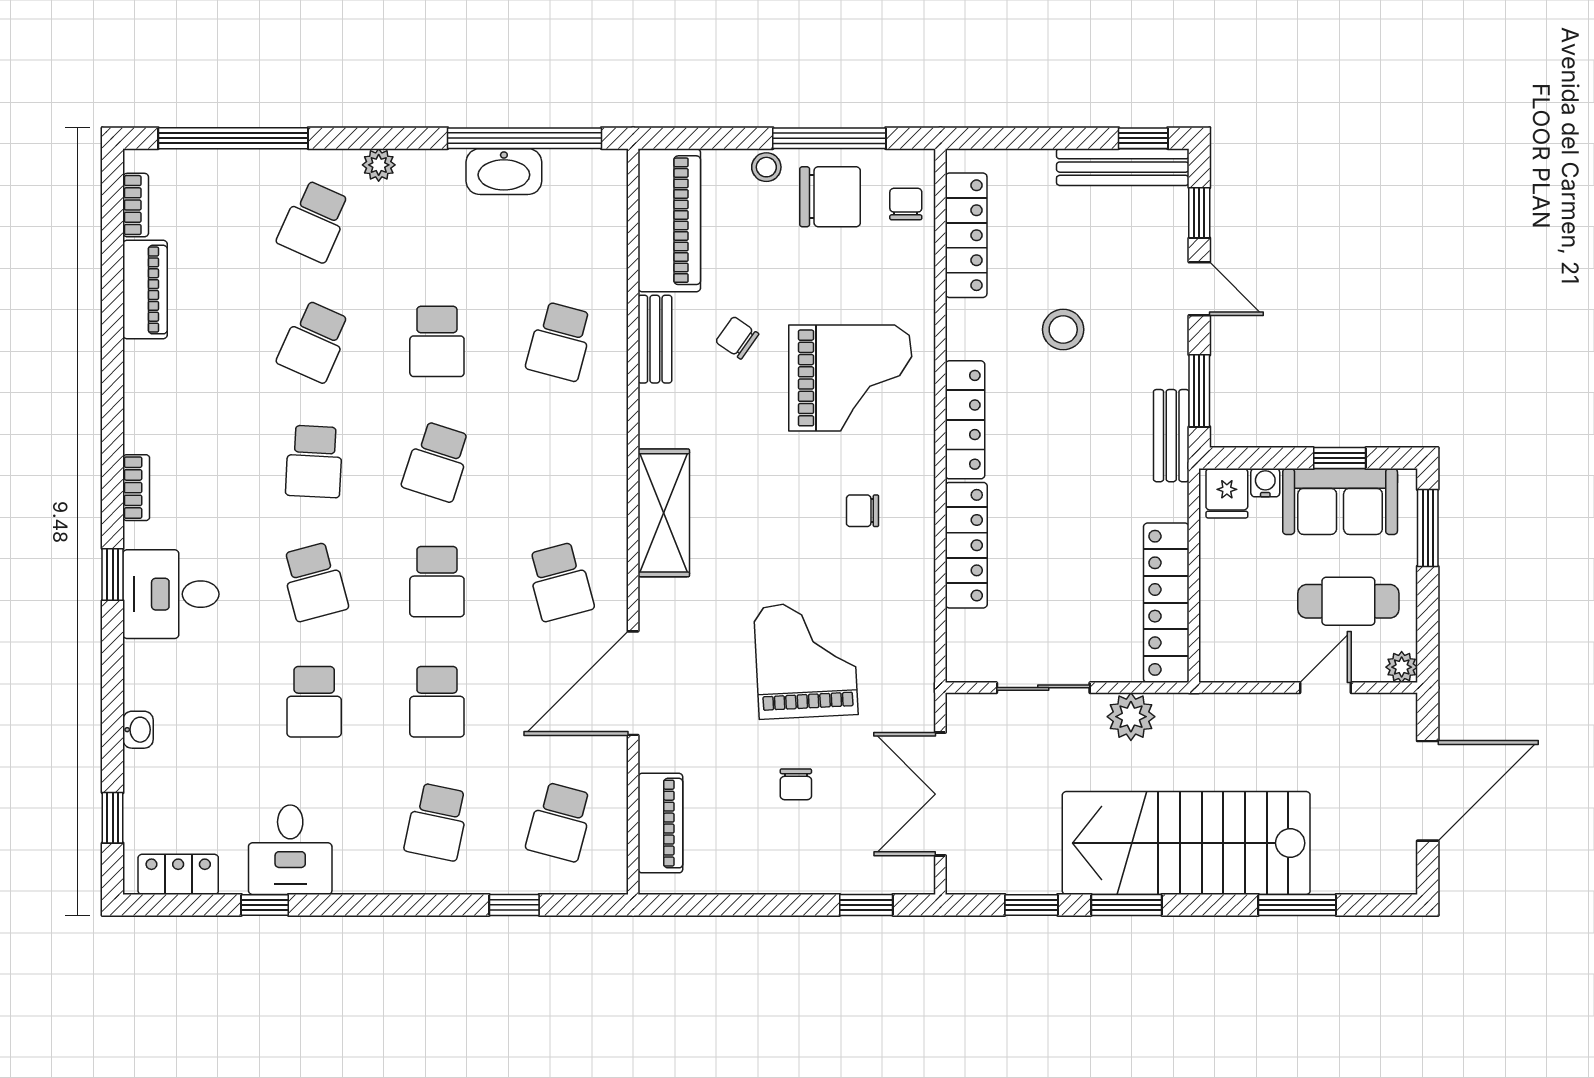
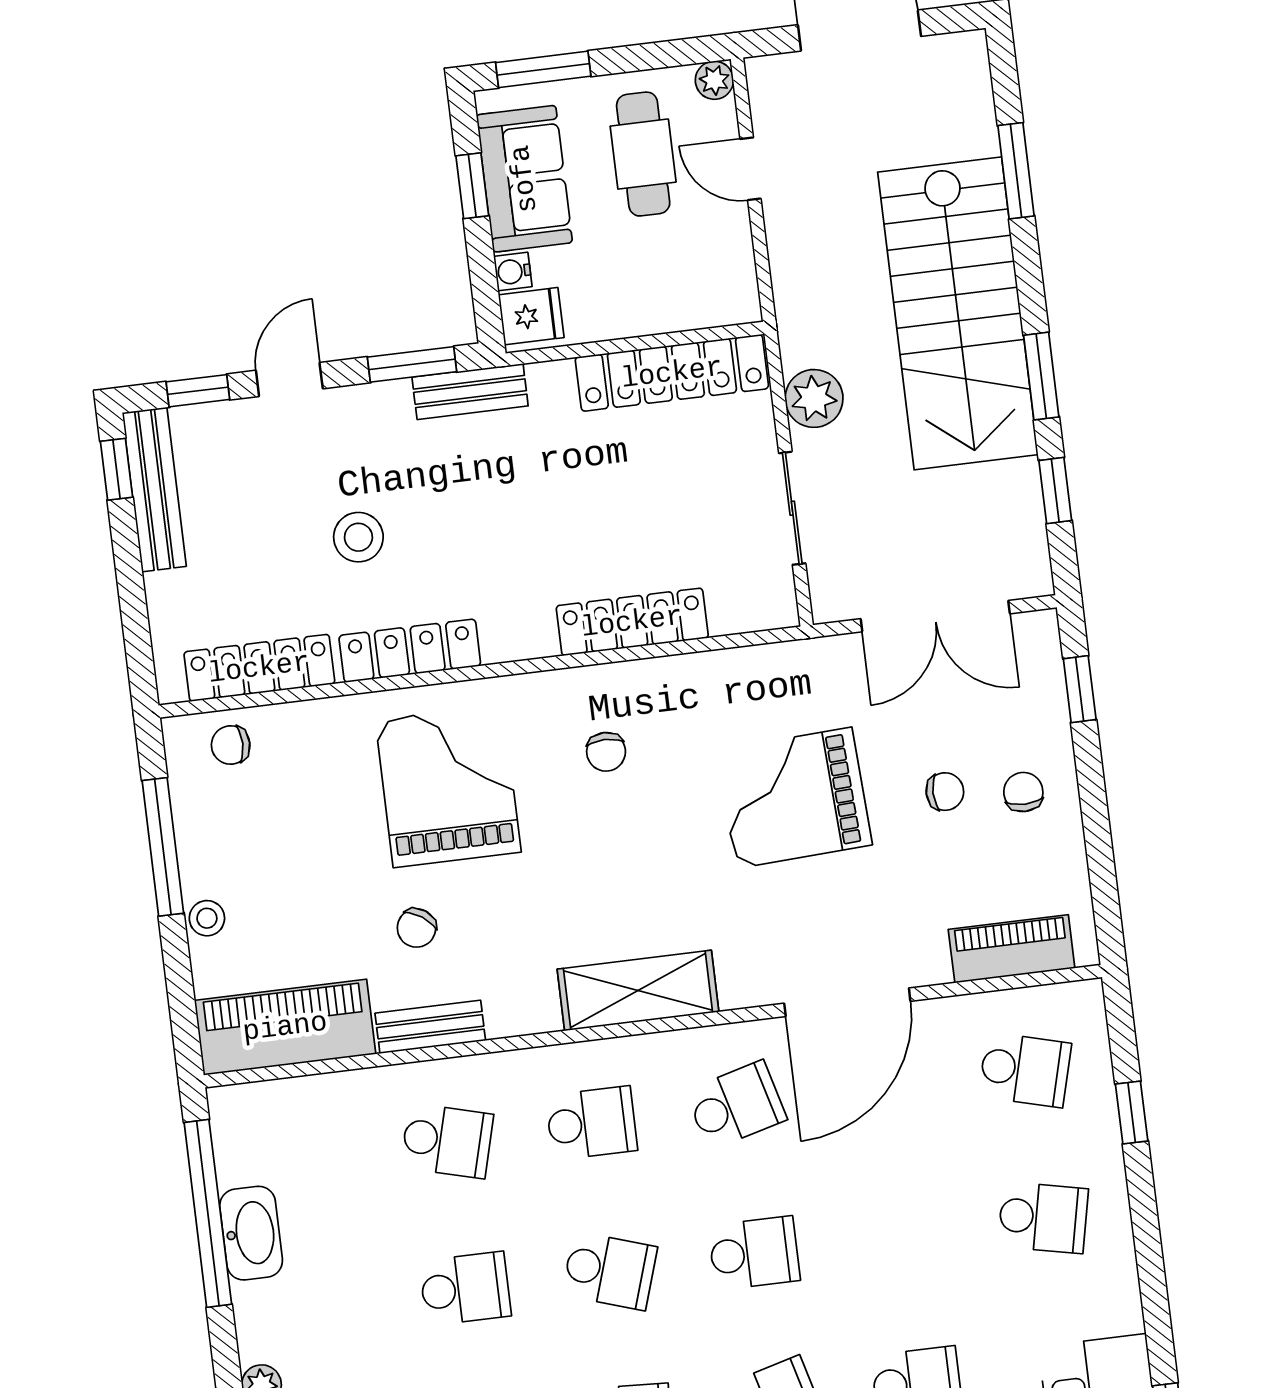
chair: (830, 197) -> (1023, 792), moved, width x0.54, depth x0.54
locker: (965, 420) -> (410, 651), moved
door: (633, 683) -> (847, 1002), hinge flipped
school desk: (437, 702) -> (592, 1123), moved

